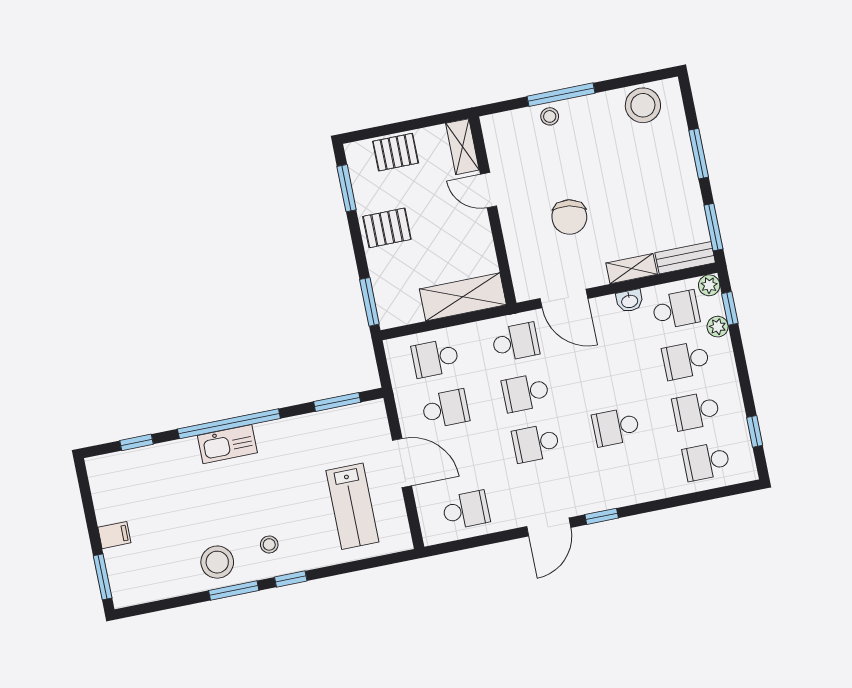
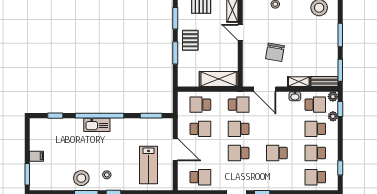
pallet: (387, 228) -> (190, 40), turned 90
window: (369, 302) -> (175, 53), moved

